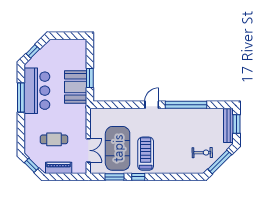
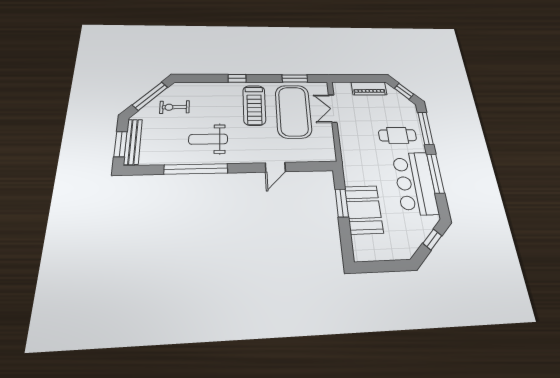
booth: (76, 87) -> (364, 210), moved
door: (152, 105) -> (275, 167), moved
weight bench: (178, 127) -> (208, 139), added
window: (21, 133) -> (426, 128), added
cafe table: (54, 139) -> (397, 135), moved
window: (138, 177) -> (237, 78), moved

